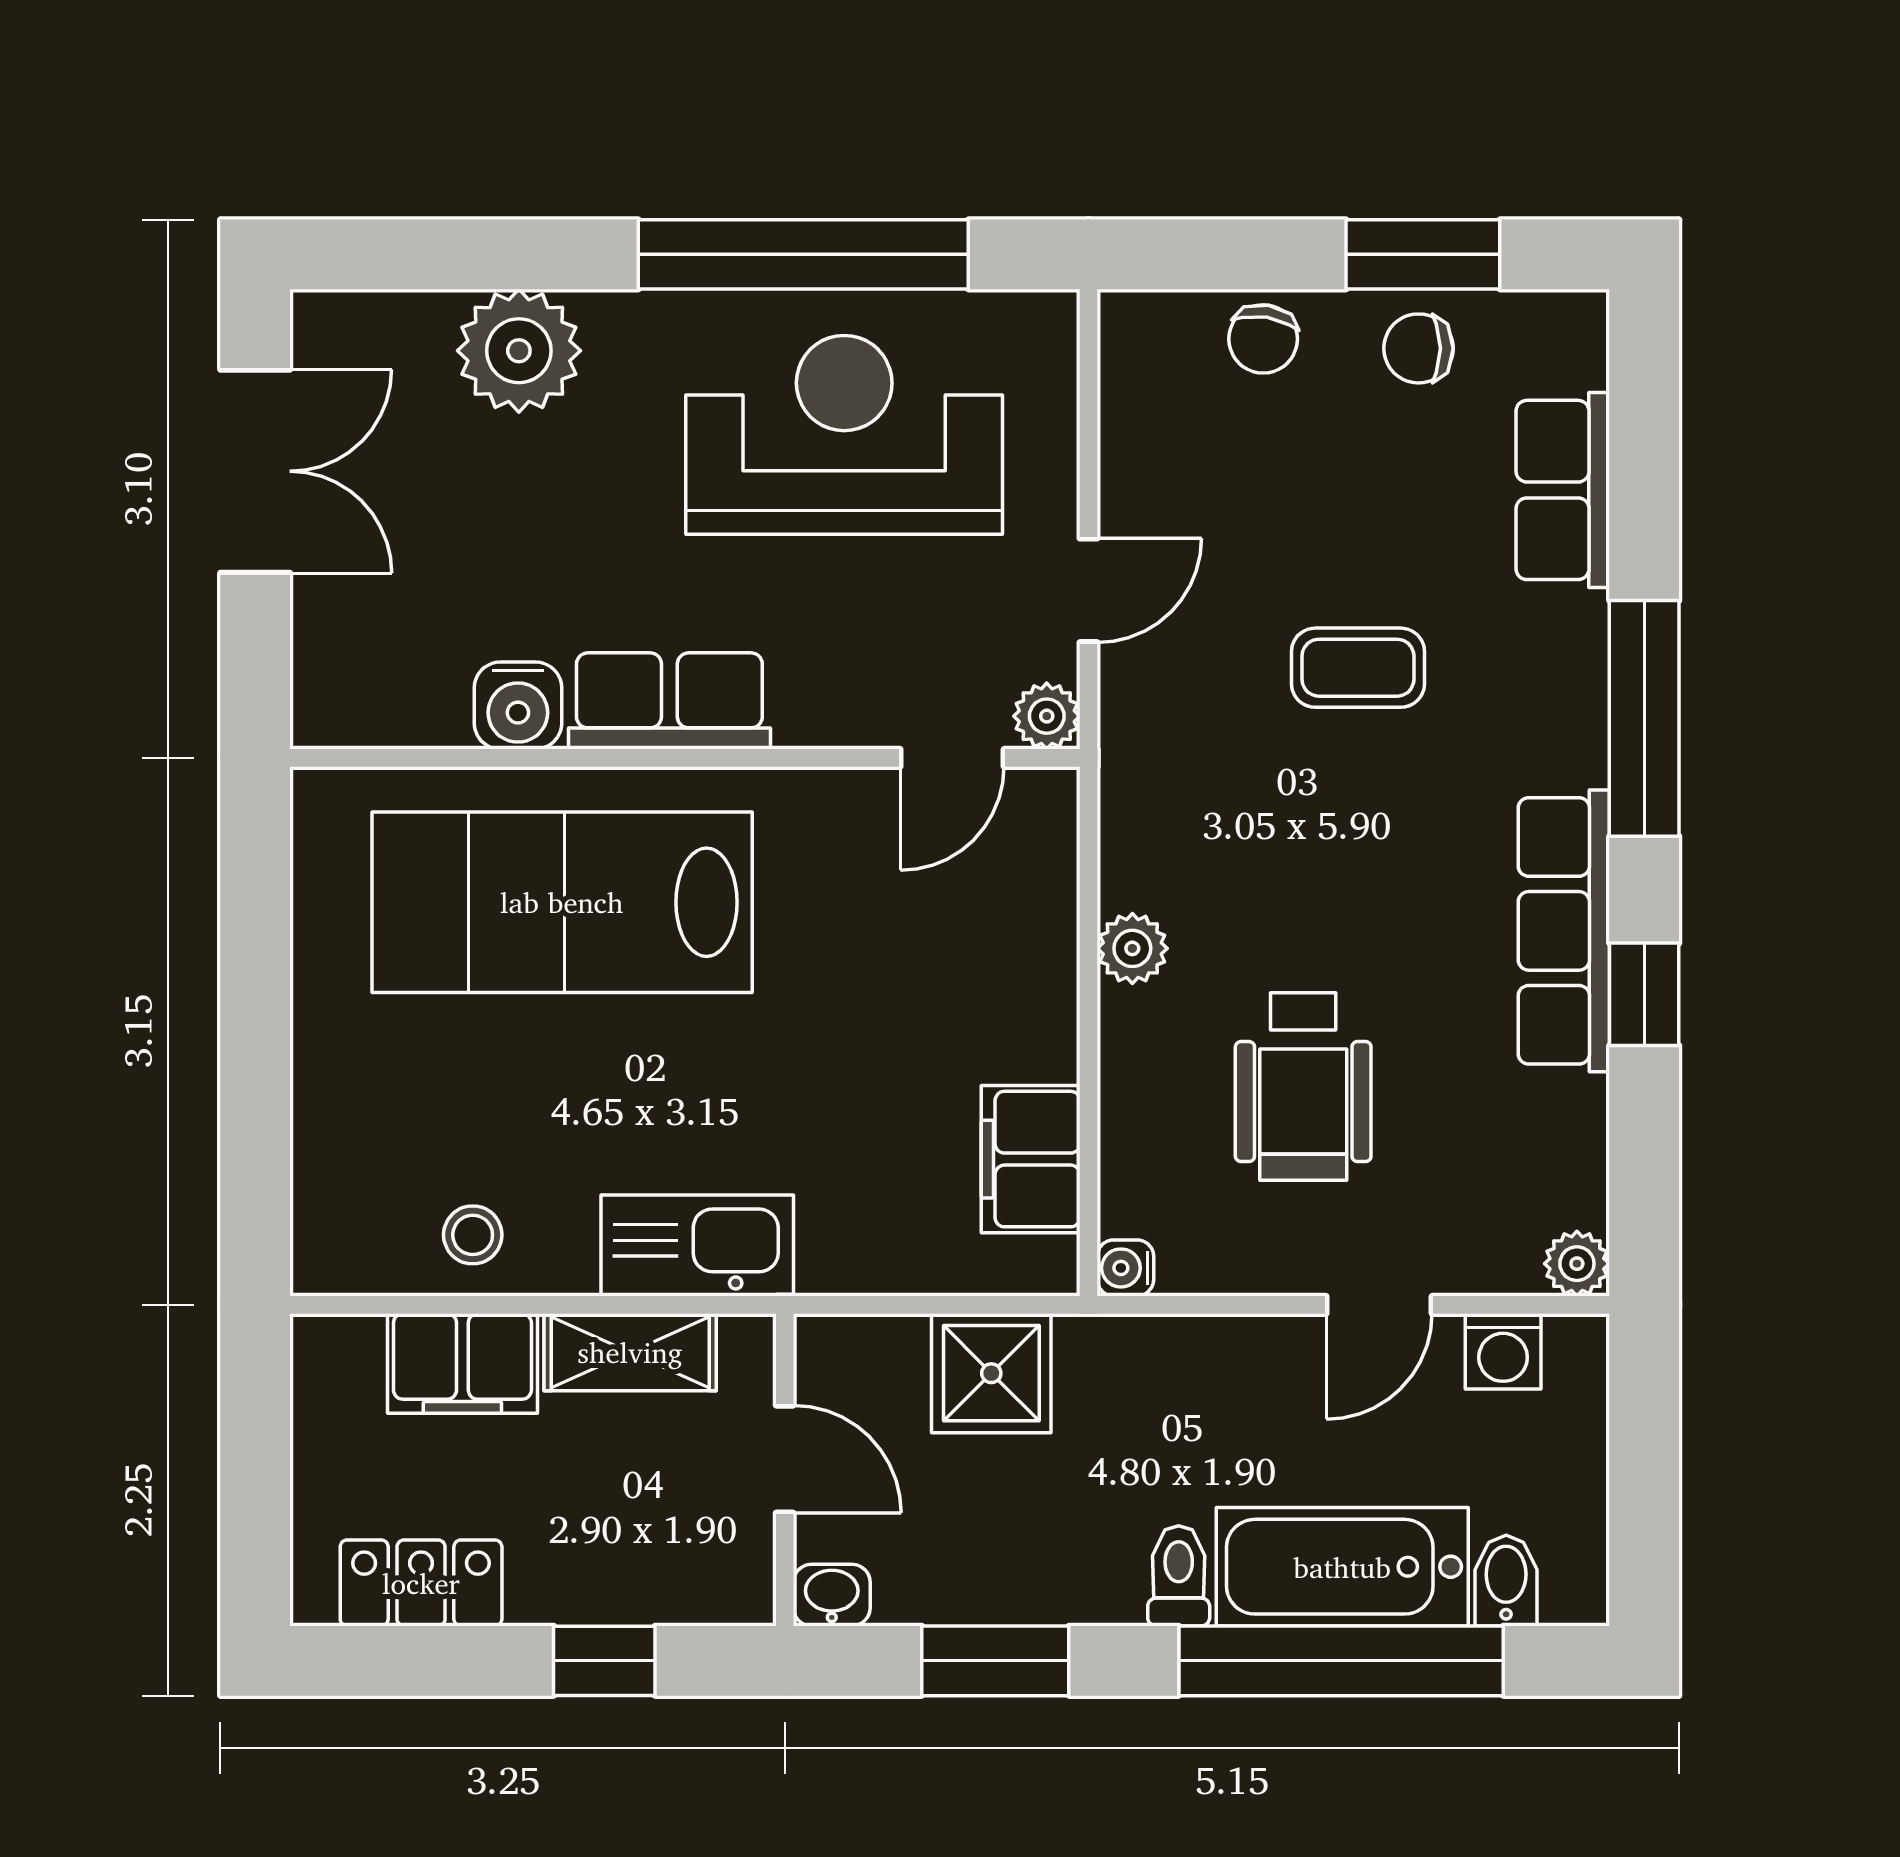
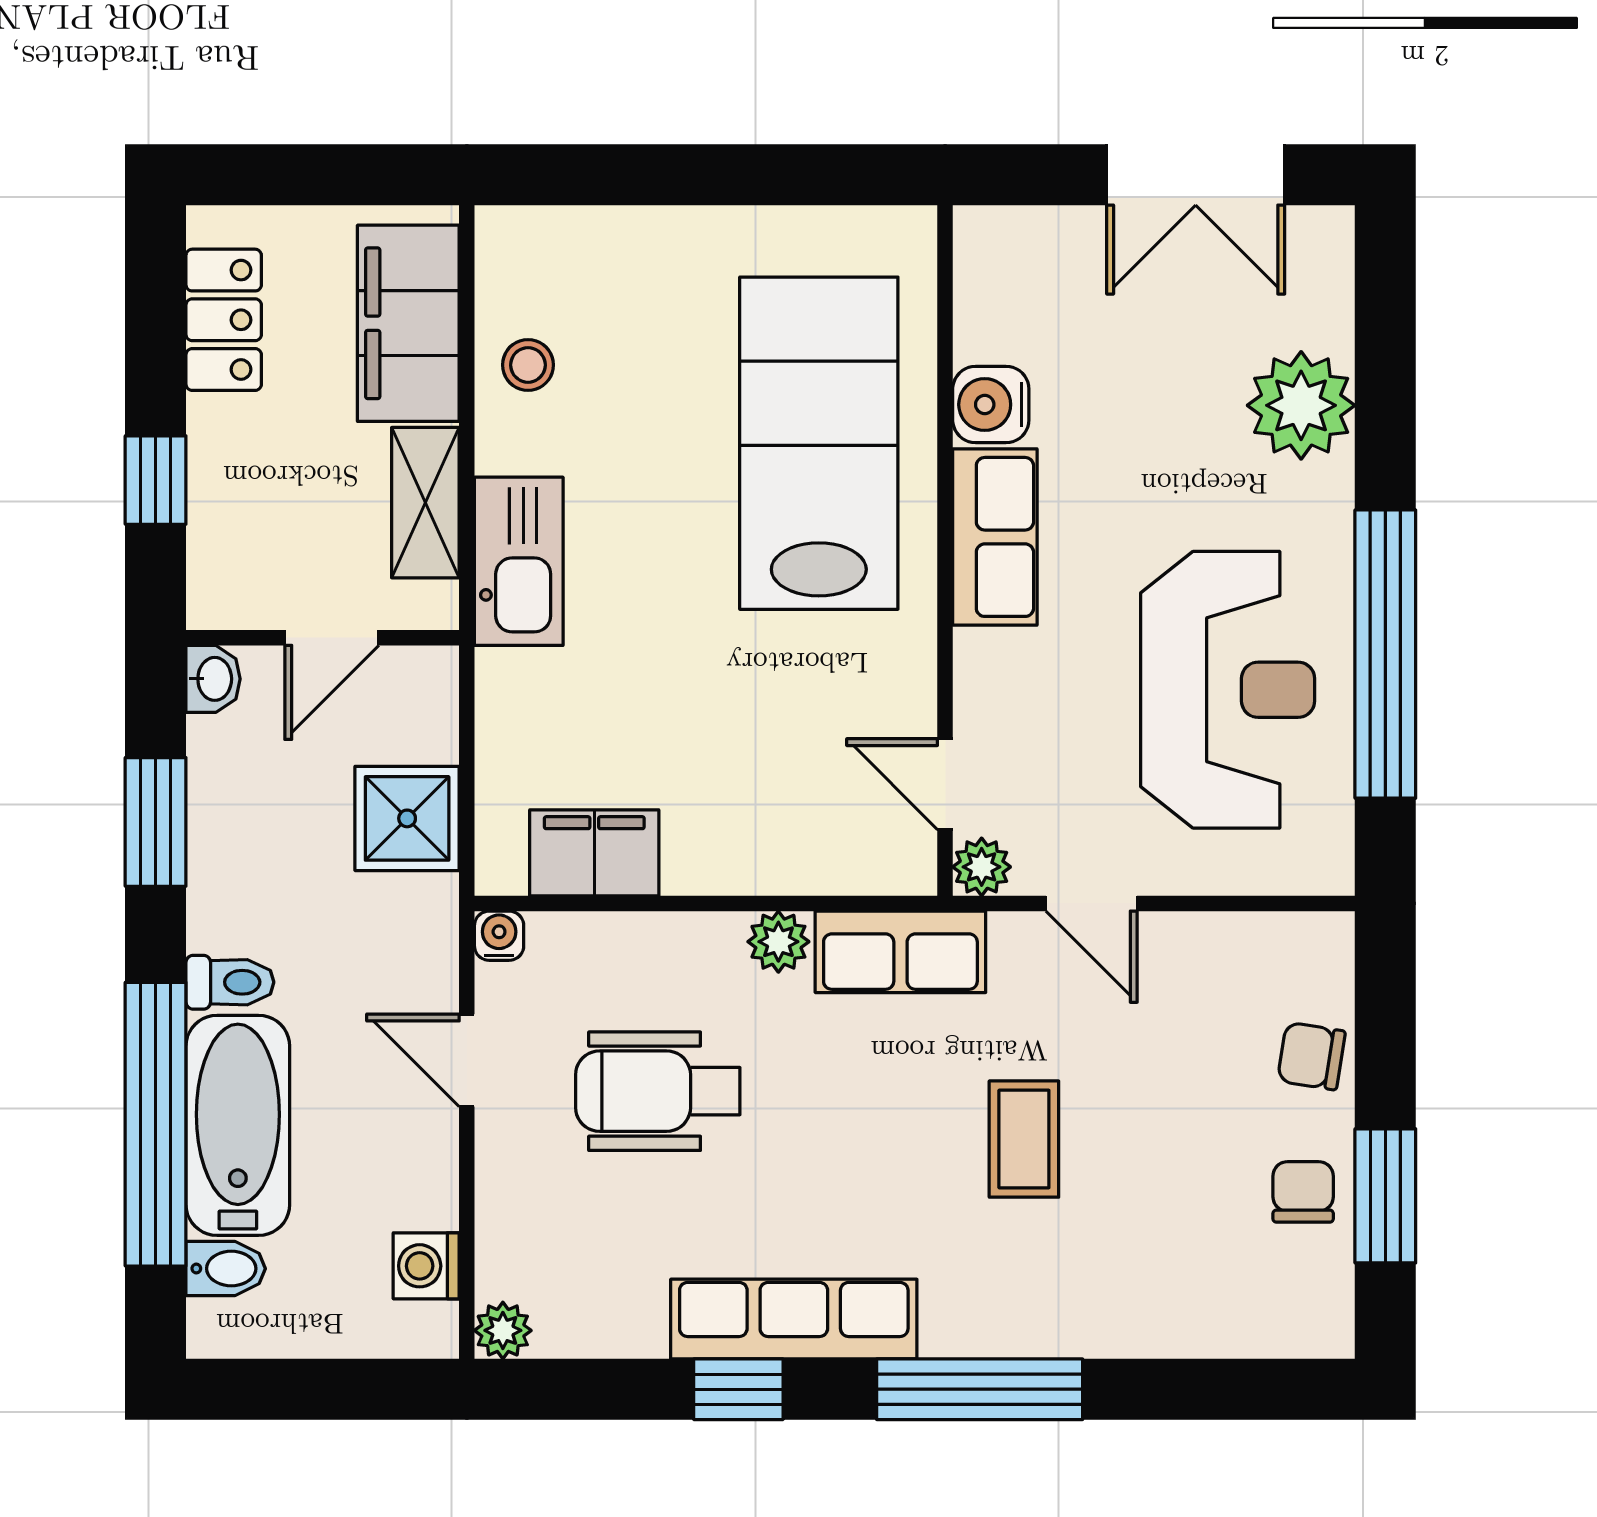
row of seats: (1563, 490) -> (900, 952), moved, turned 180
door: (1379, 1305) -> (467, 1060), moved
filing cabinet: (462, 1363) -> (408, 323), width x1.50, depth x1.17

